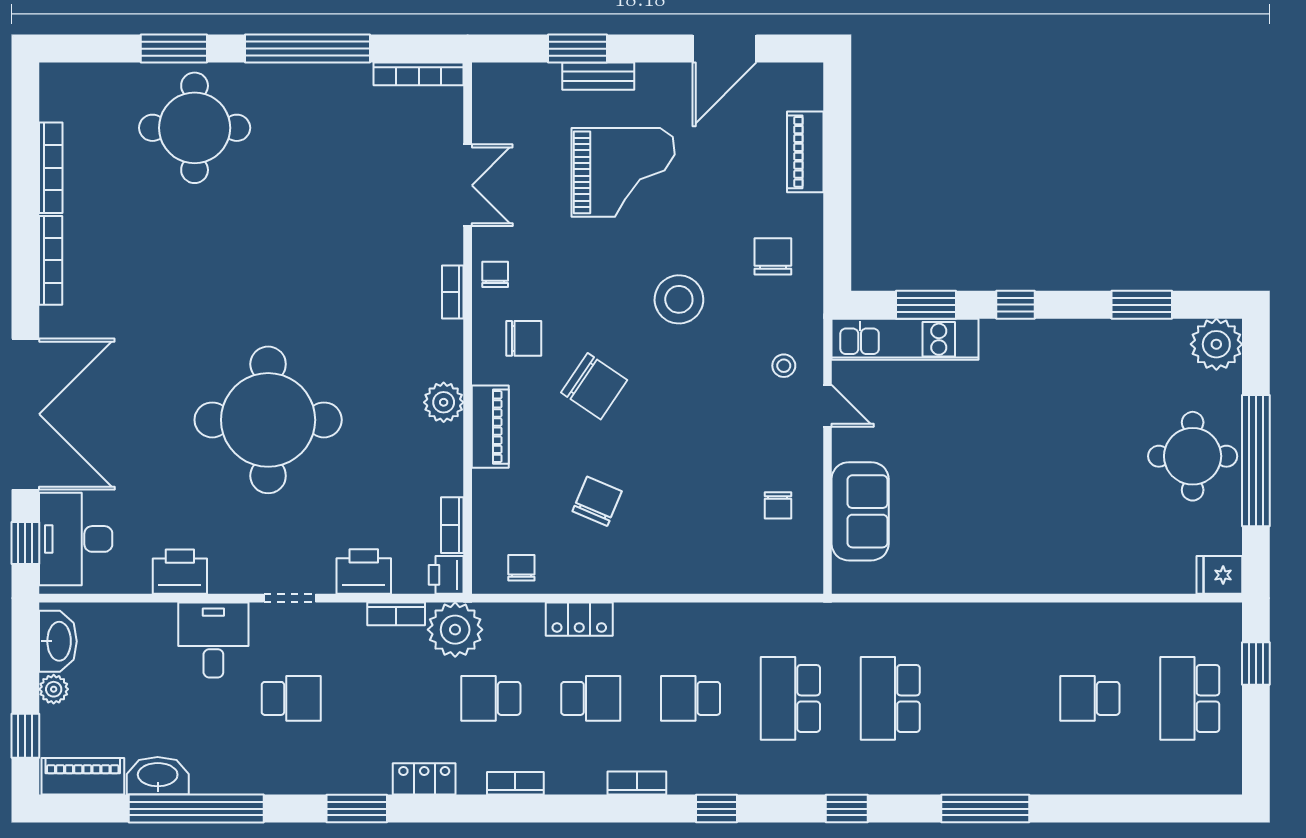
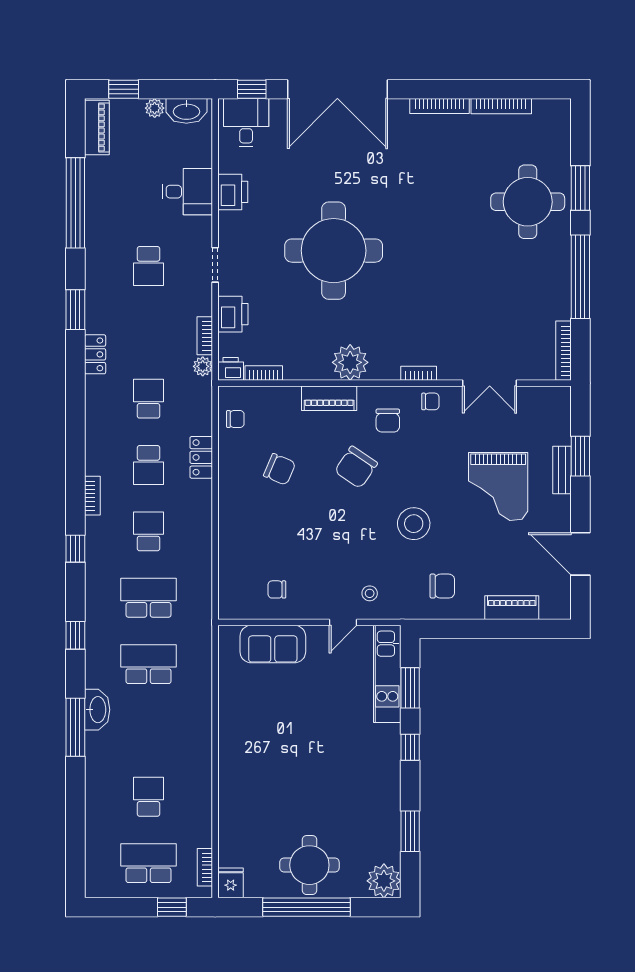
plant: (444, 402) -> (350, 362), width x1.36, depth x1.36
desk: (76, 539) -> (246, 123), width x0.73
plant: (455, 630) -> (203, 366), width x0.53, depth x0.53
desk: (213, 640) -> (187, 192), moved
washbasin: (158, 776) -> (97, 710), moved
bookcase: (515, 783) -> (205, 867), moved, turned 180

